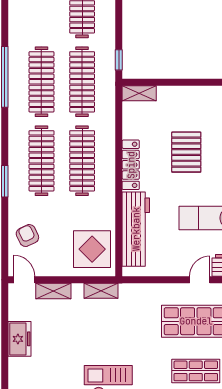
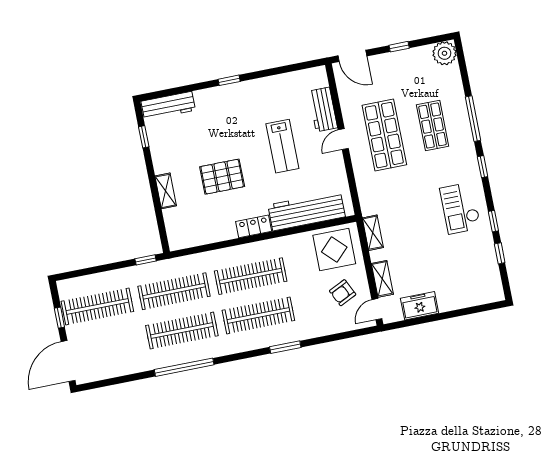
shelving: (139, 93) -> (166, 191), moved
locker: (131, 165) -> (254, 226), width x0.66
armchair: (27, 236) -> (343, 293), moved
door: (200, 280) -> (343, 139), hinge flipped
freezer: (19, 339) -> (420, 306), moved

